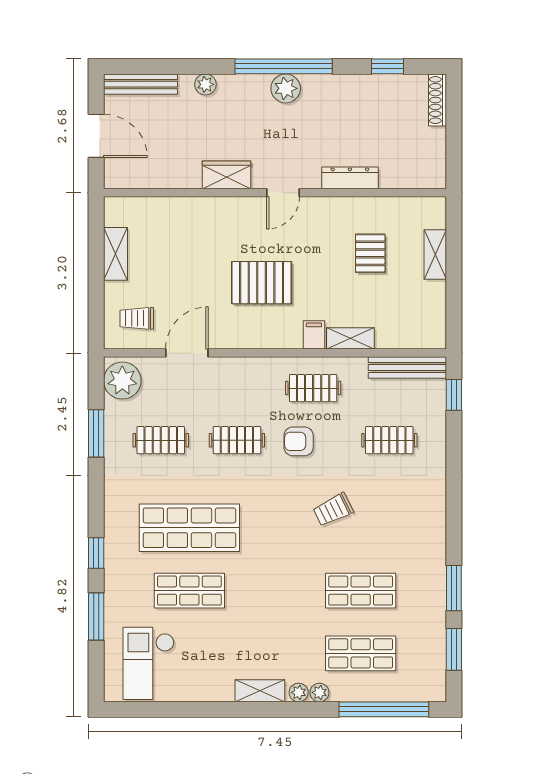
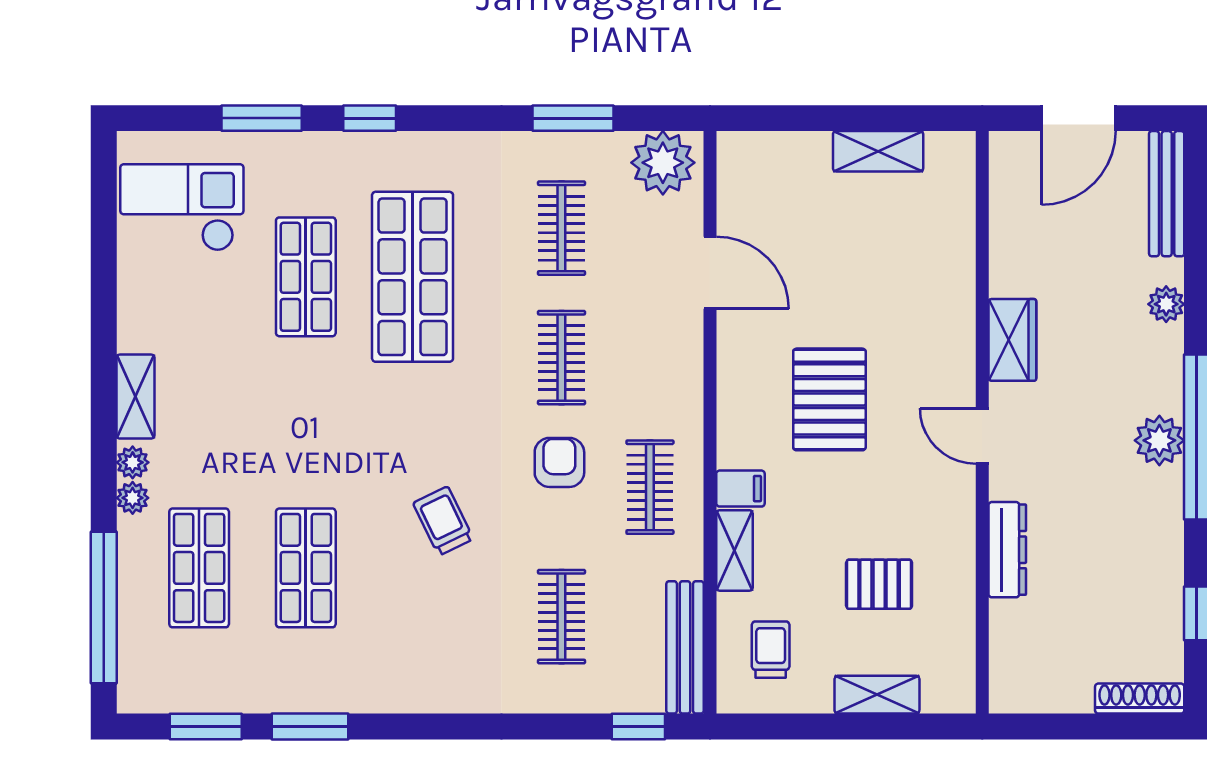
trolley: (137, 318) -> (771, 650), moved

